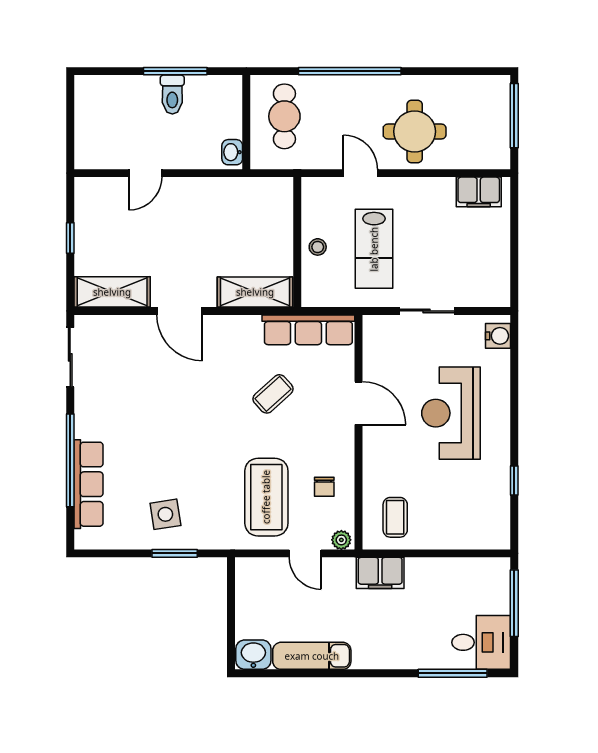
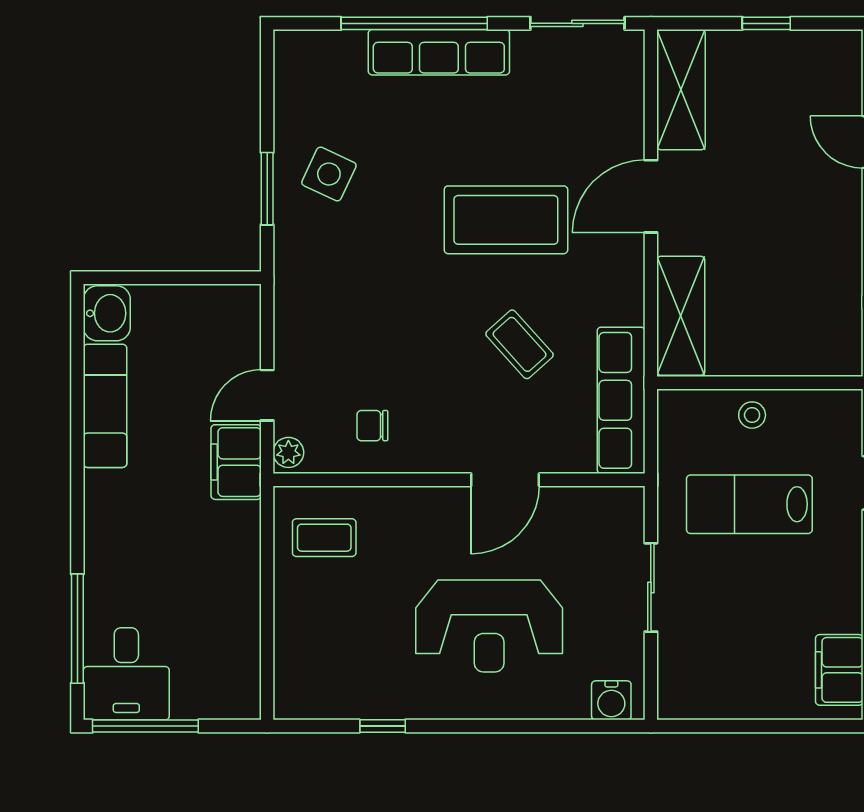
reception desk: (451, 413) -> (489, 626), turned 180
row of seats: (88, 484) -> (439, 52), moved
coffee table: (266, 497) -> (506, 220), moved
side table: (165, 514) -> (329, 174), turned 34
filing cabinet: (380, 573) -> (236, 462), moved
window: (514, 603) -> (145, 726), moved

